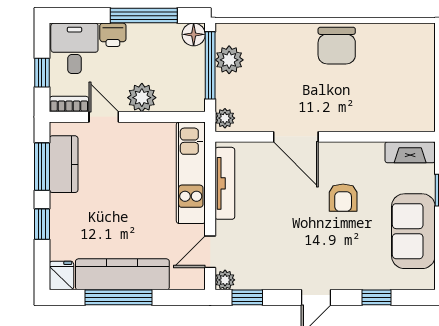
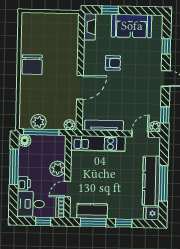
chair: (337, 46) -> (32, 65), turned 90
door: (210, 252) -> (140, 134), swing flipped

